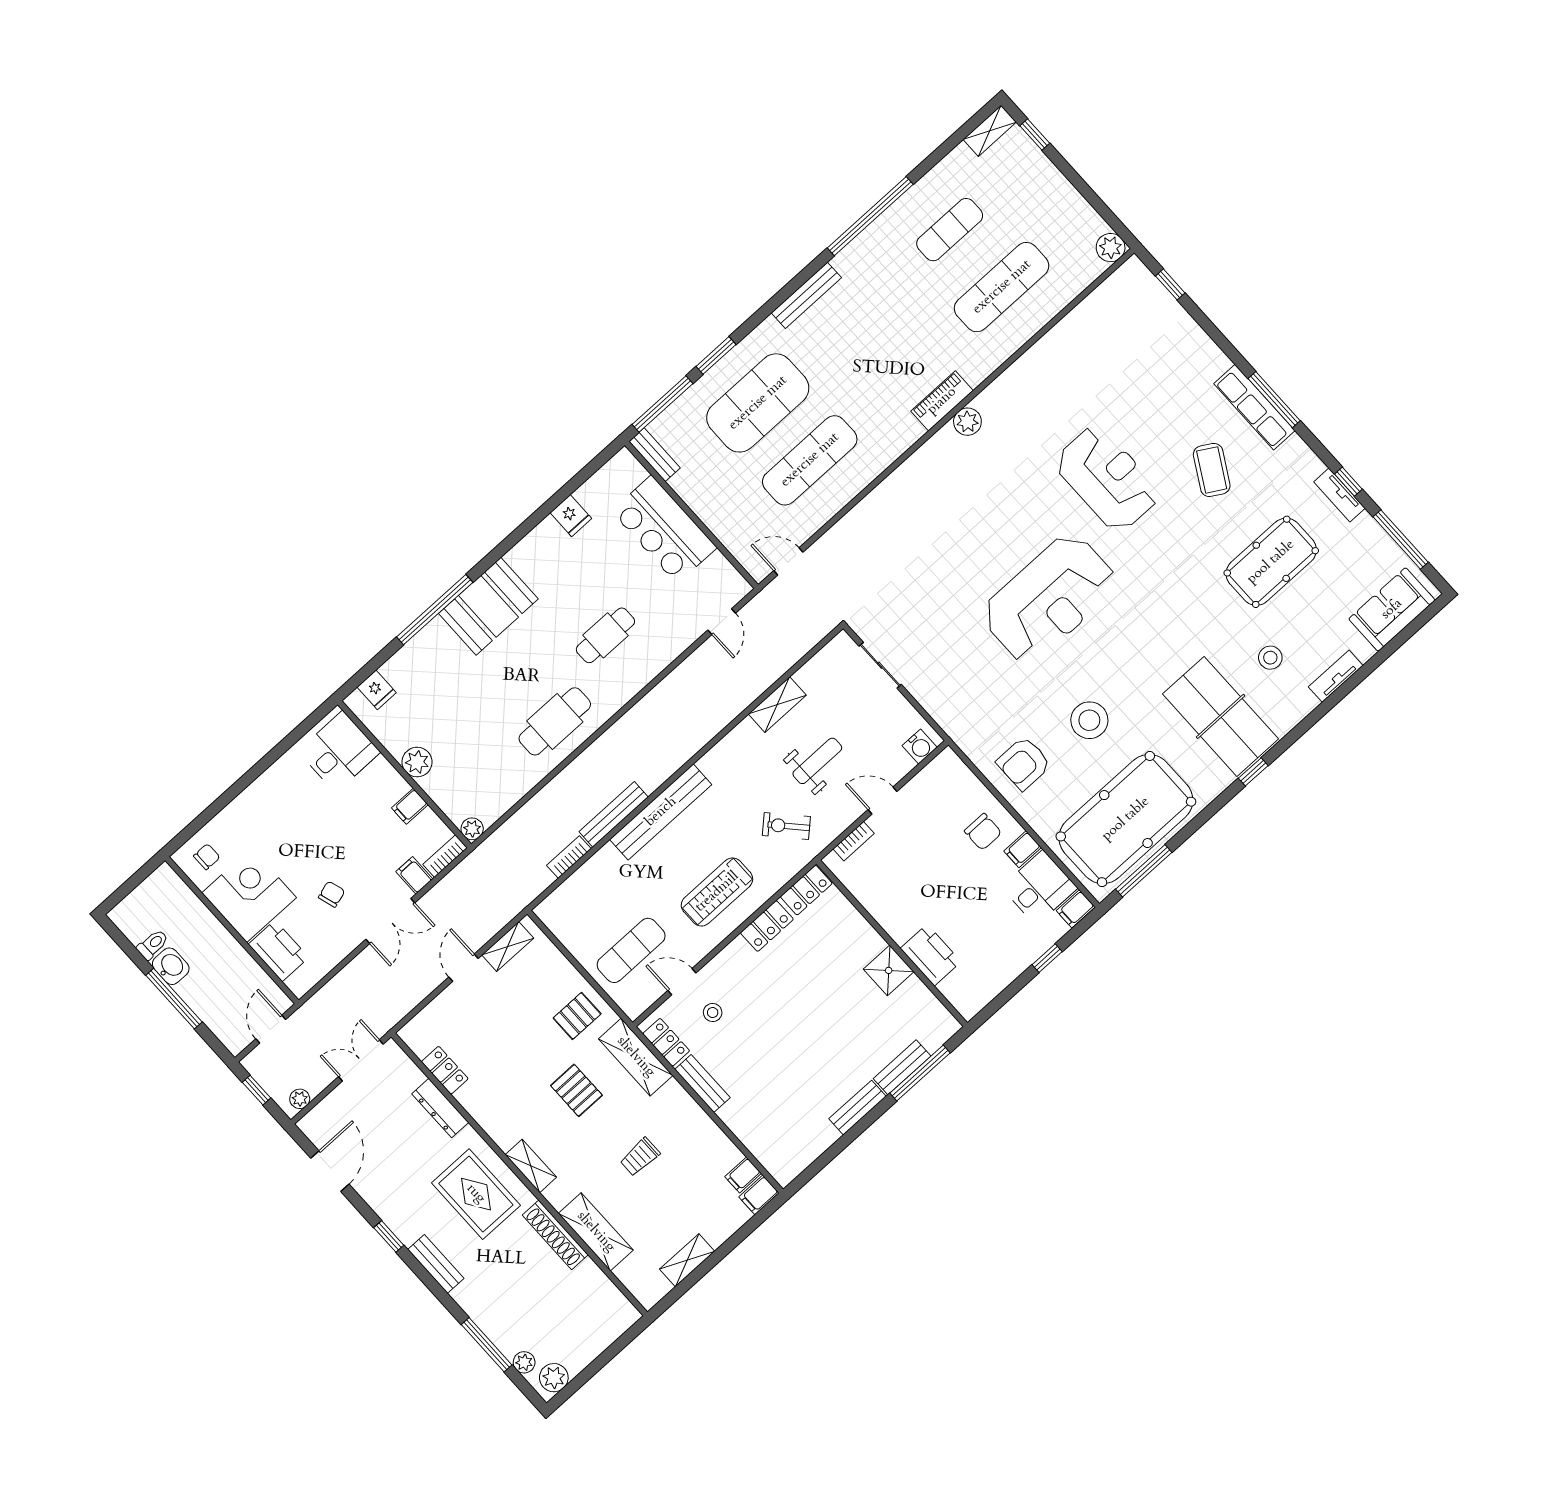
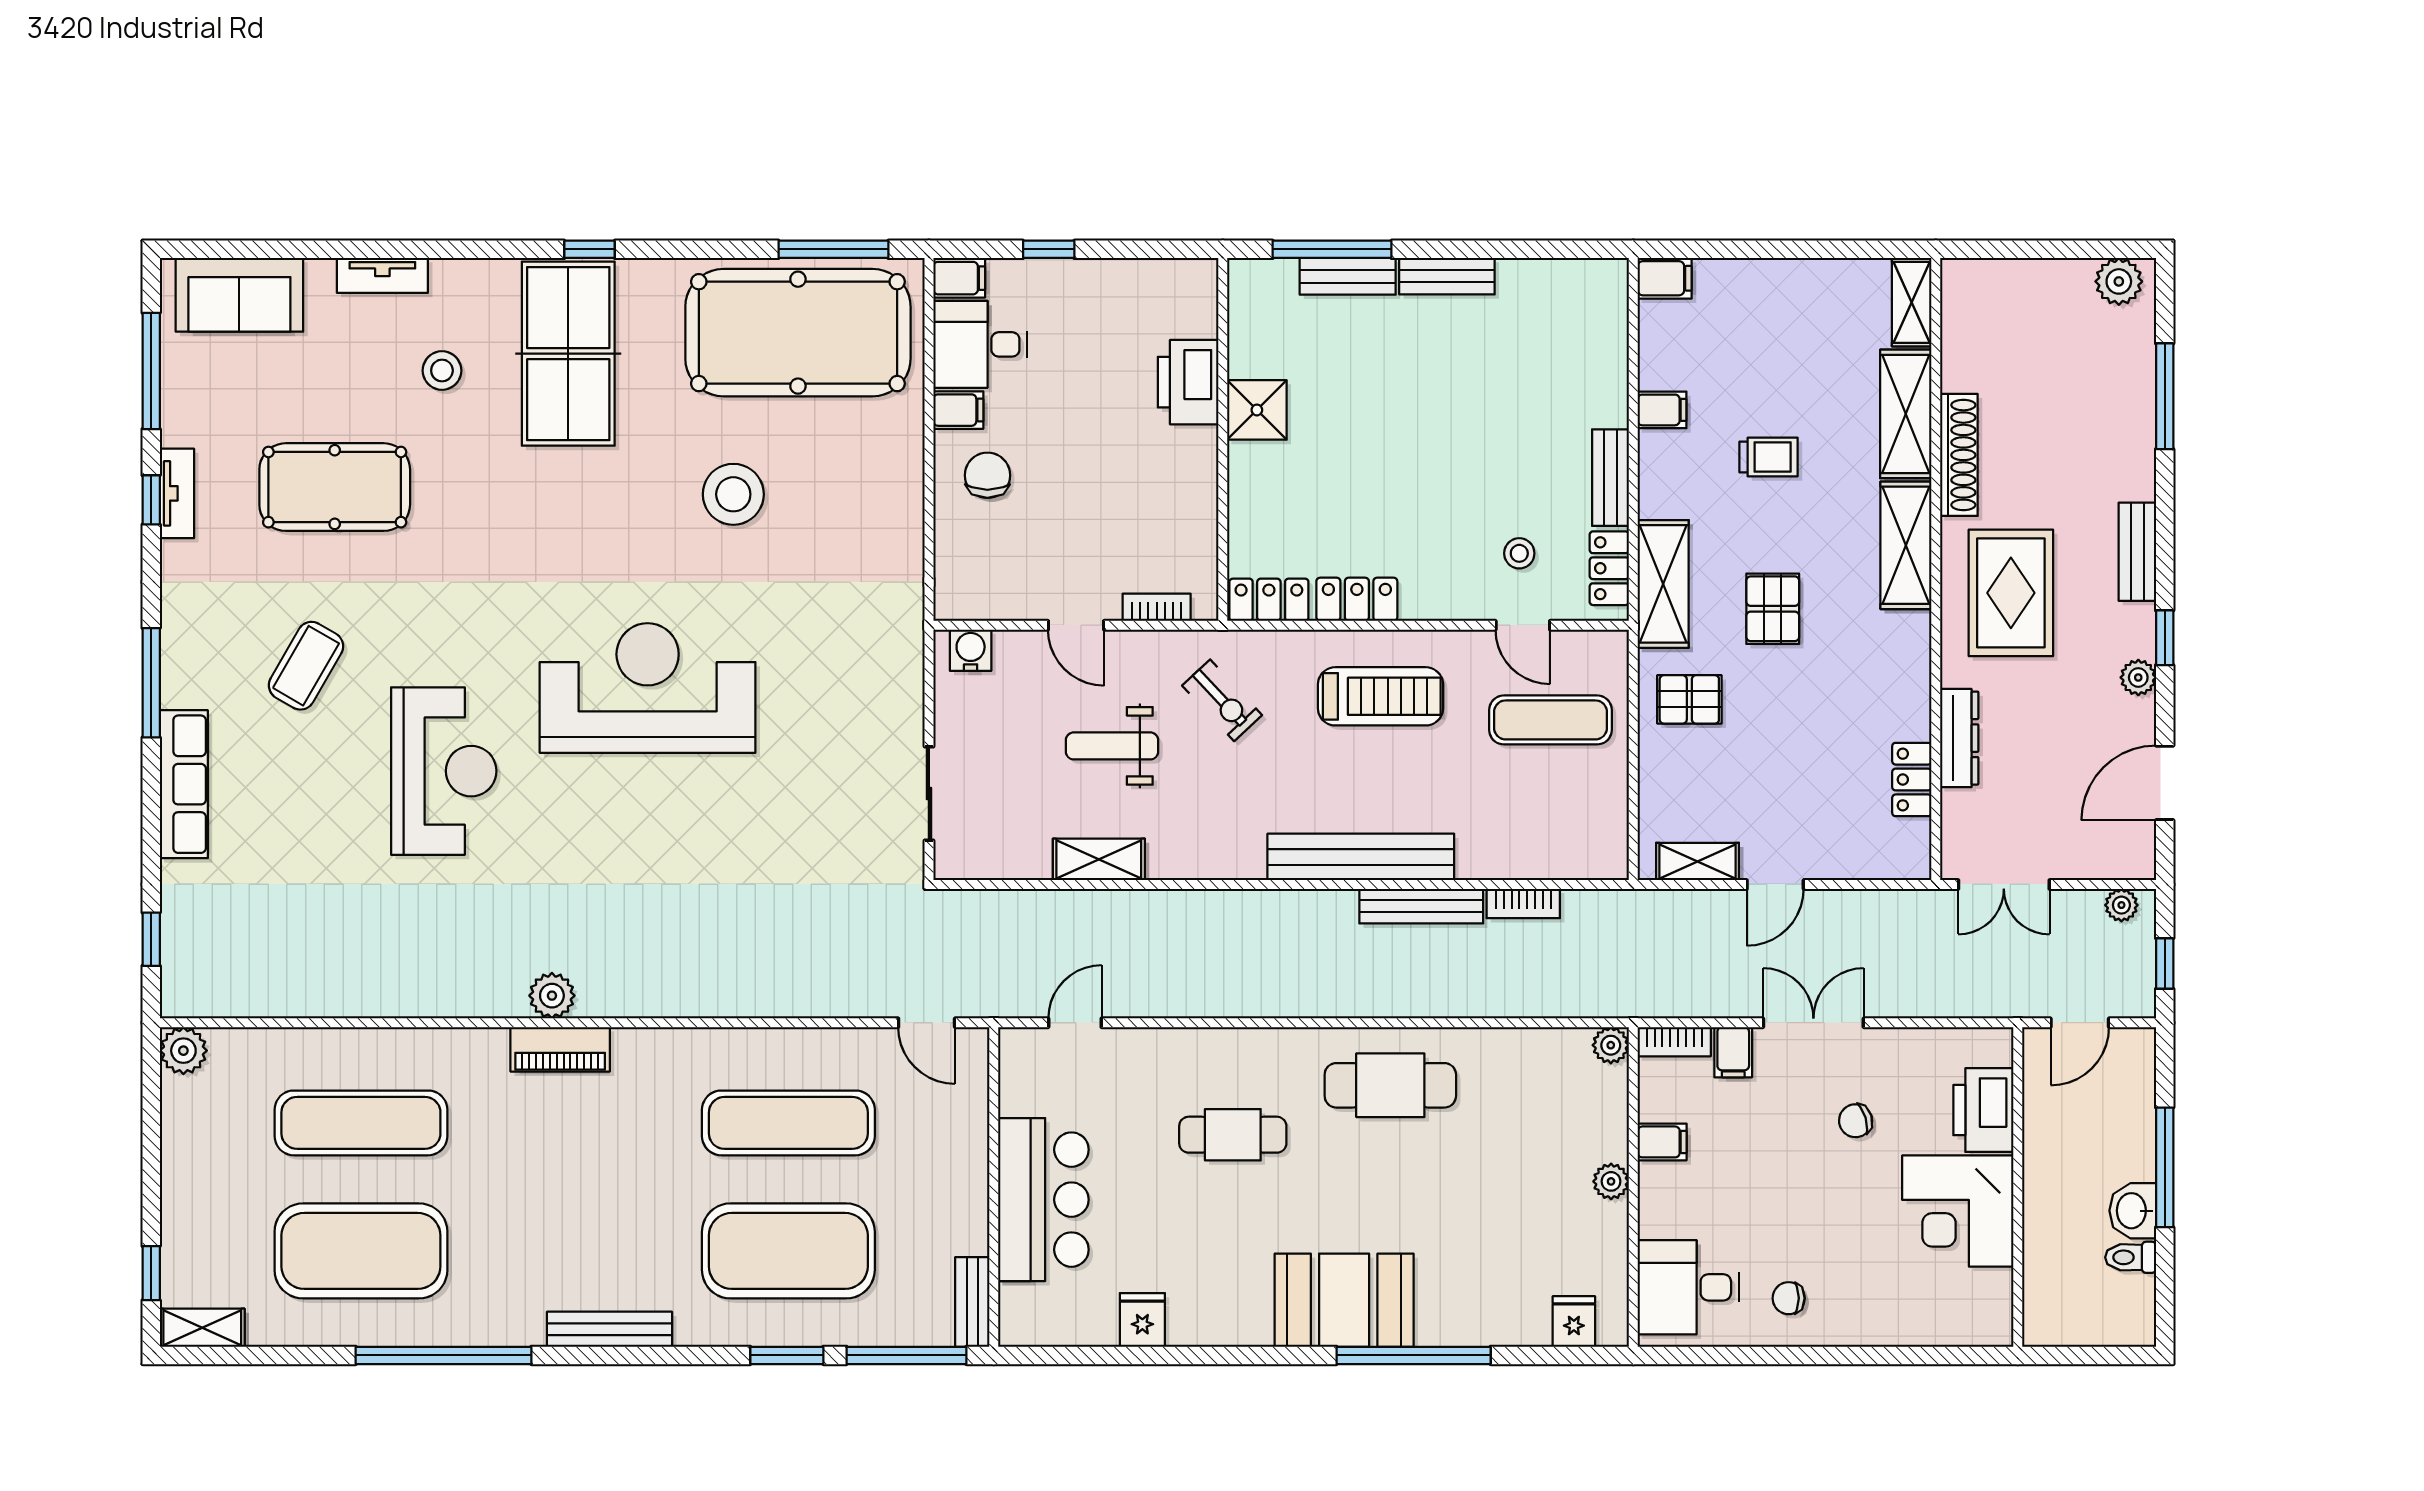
exercise mat: (950, 230) -> (361, 1251), width x2.00, depth x1.45
row of seats: (1254, 407) -> (184, 784), moved
reception desk: (1107, 479) -> (444, 771), turned 180
plant: (417, 762) -> (1611, 1181), width x0.73, depth x0.73
armchair: (1024, 763) -> (861, 514), removed
chair: (207, 857) -> (1789, 1298), moved
shelving: (531, 1166) -> (1906, 545), width x1.50, depth x1.33
filing cabinet: (743, 1175) -> (1662, 410), moved
shelving: (687, 1260) -> (1912, 302), moved, turned 90
plant: (524, 1362) -> (2138, 677), moved

